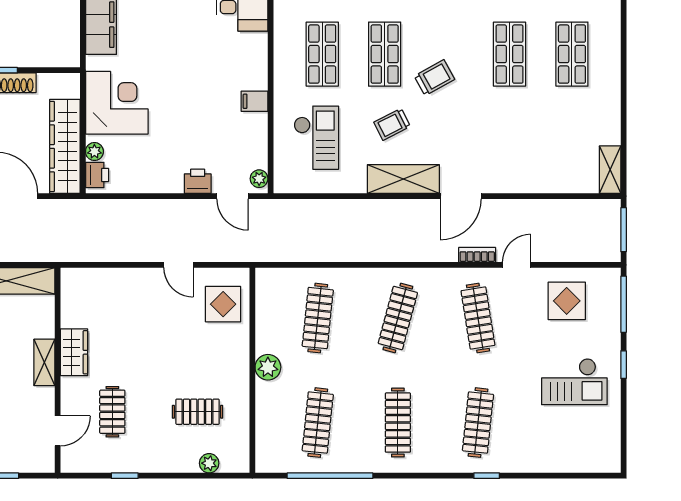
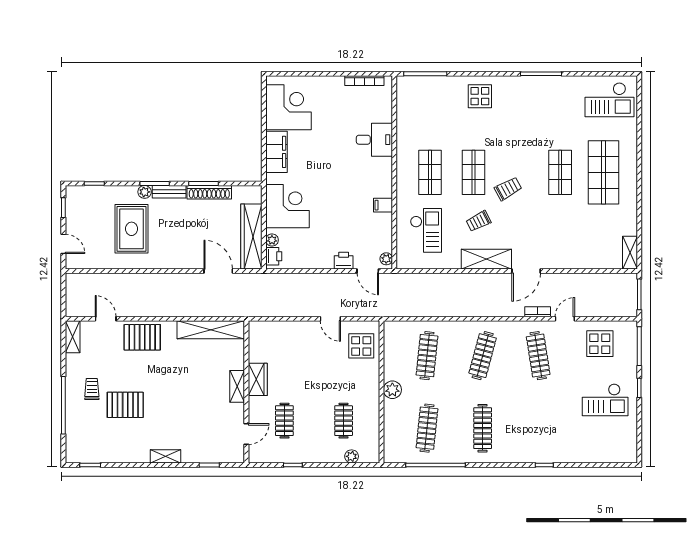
shop shelf: (572, 54) -> (603, 172), width x1.43, depth x1.36
clothes rail: (198, 412) -> (344, 421), turned 90
clothes rail: (478, 423) -> (538, 428), removed

